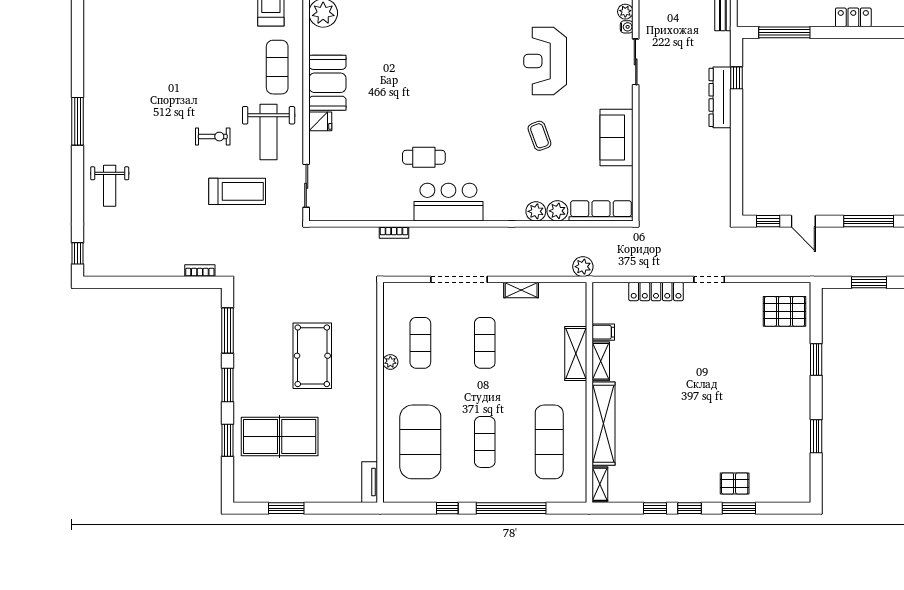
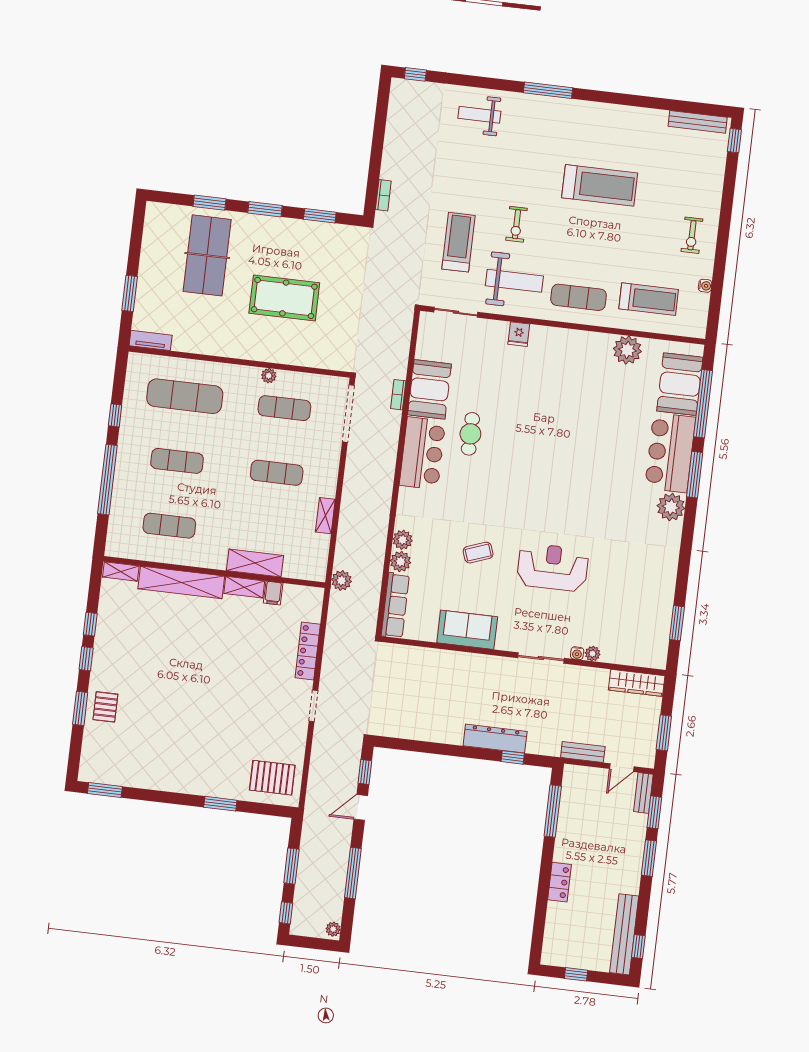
treadmill: (165, 59) -> (600, 185), added
booth: (327, 83) -> (429, 389), moved, turned 90
weight bench: (269, 132) -> (514, 281), turned 180
treadmill: (237, 191) -> (458, 242), turned 180
doorway: (459, 279) -> (348, 413), moved
pallet: (784, 311) -> (272, 778), turned 90
window: (227, 331) -> (320, 216), width x0.69
window: (816, 436) -> (105, 790), moved
exercise mat: (420, 442) -> (185, 396), width x0.68
exercise mat: (549, 442) -> (169, 526), width x0.73, depth x0.69
window: (286, 508) -> (130, 293), moved

